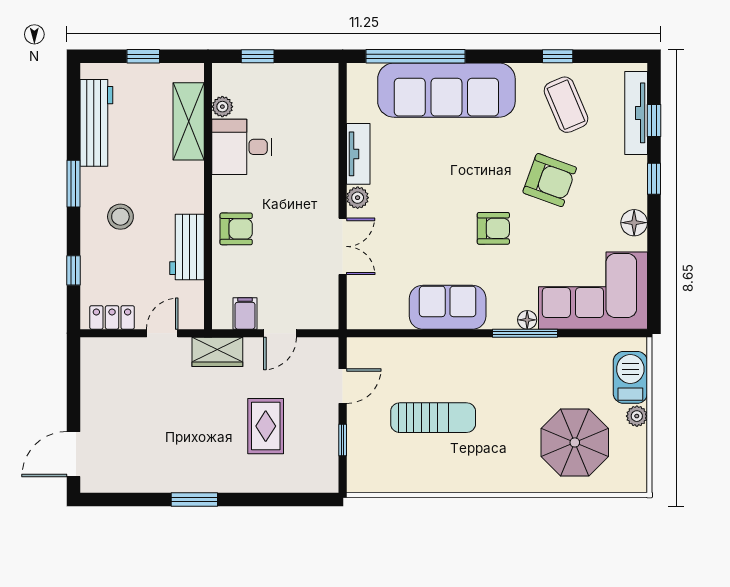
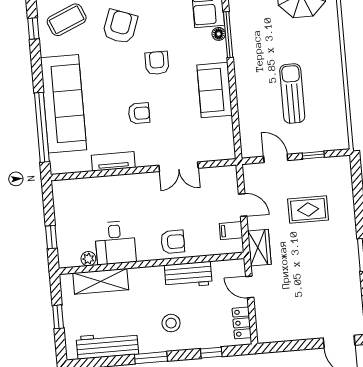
armchair: (424, 197) -> (139, 113), added
plant: (358, 198) -> (144, 159), removed
armchair: (236, 229) -> (173, 242), turned 90
double door: (343, 246) -> (179, 167), swing flipped

